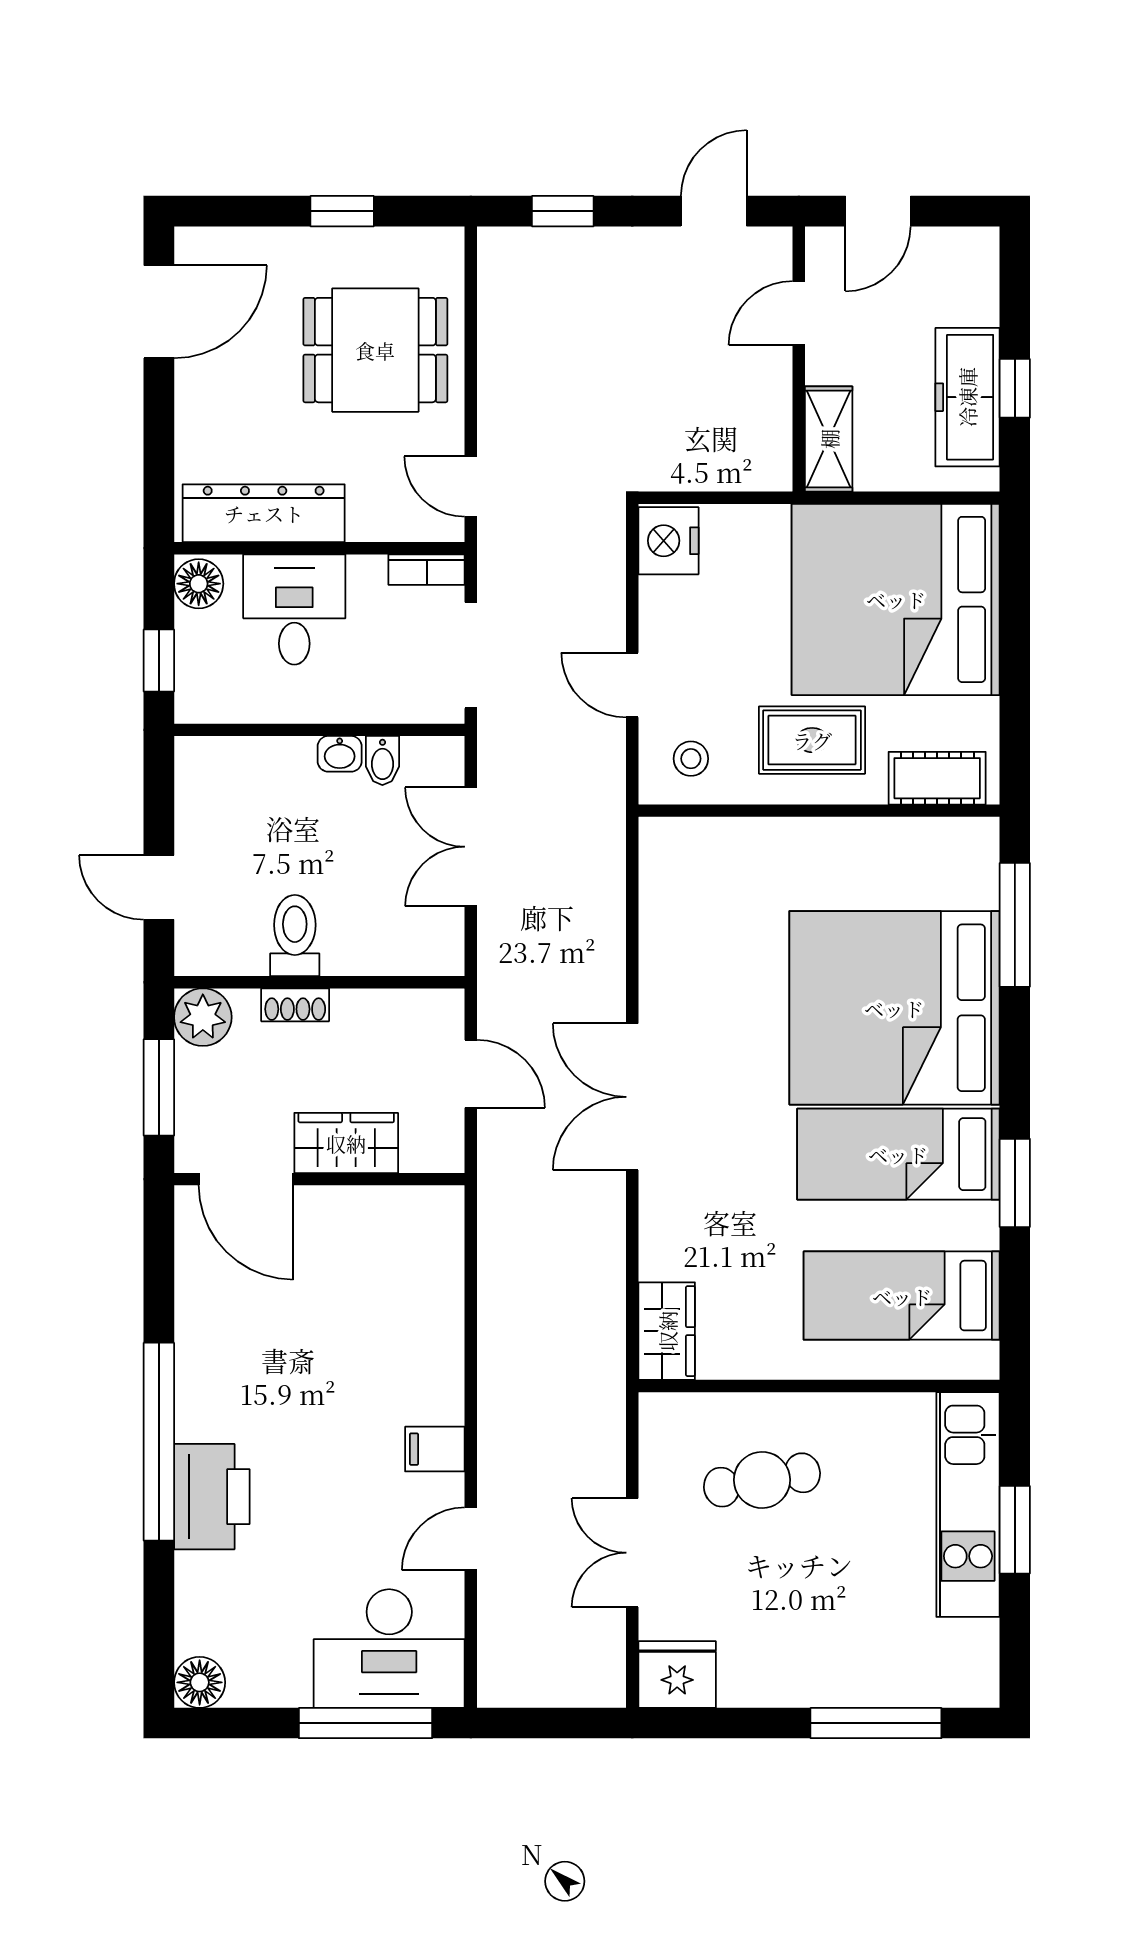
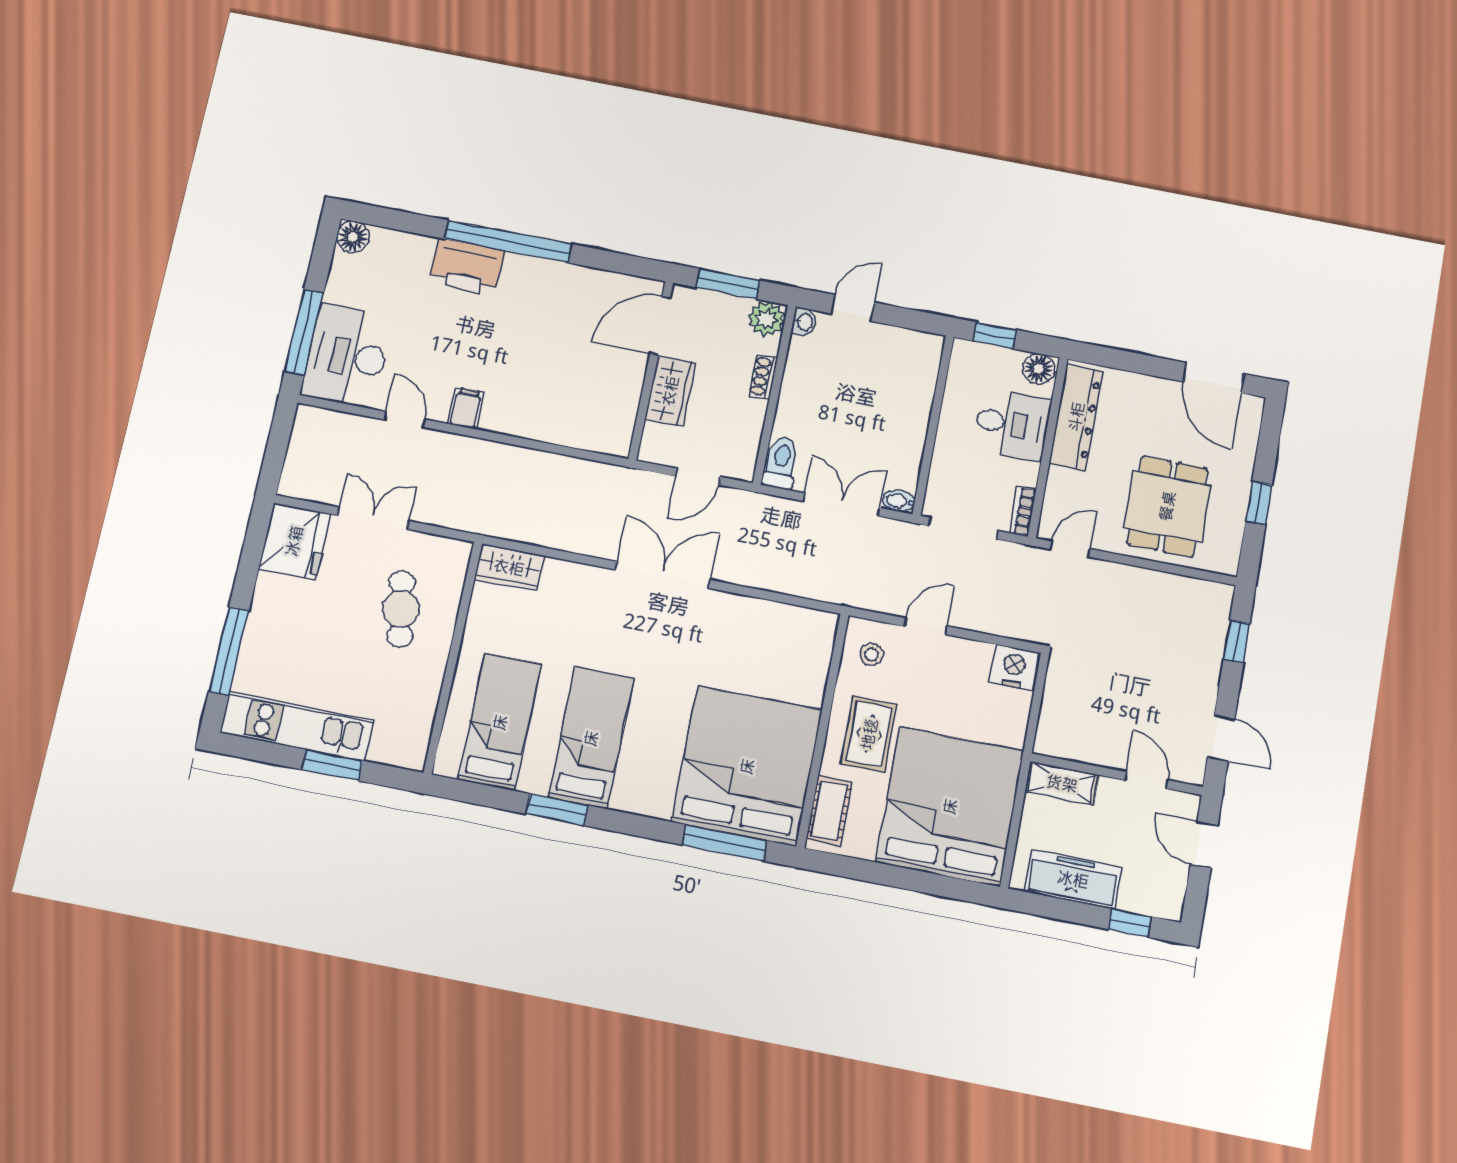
window: (1015, 388) -> (1130, 923), moved
washbasin: (340, 754) -> (804, 322), moved, turned 180
bidet: (382, 761) -> (899, 501), moved
toilet: (295, 936) -> (781, 463), moved, turned -90
bed: (894, 1008) -> (747, 766), moved
kitchen unit: (968, 1504) -> (297, 726), moved
fridge: (677, 1675) -> (294, 541), width x1.36, depth x1.34

